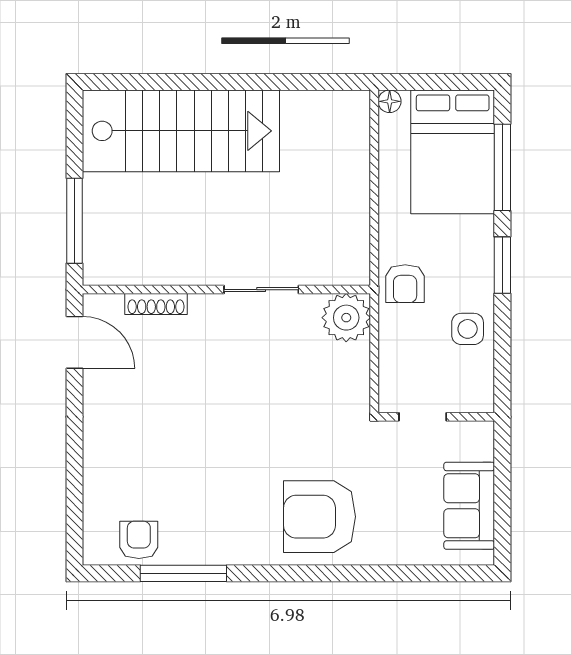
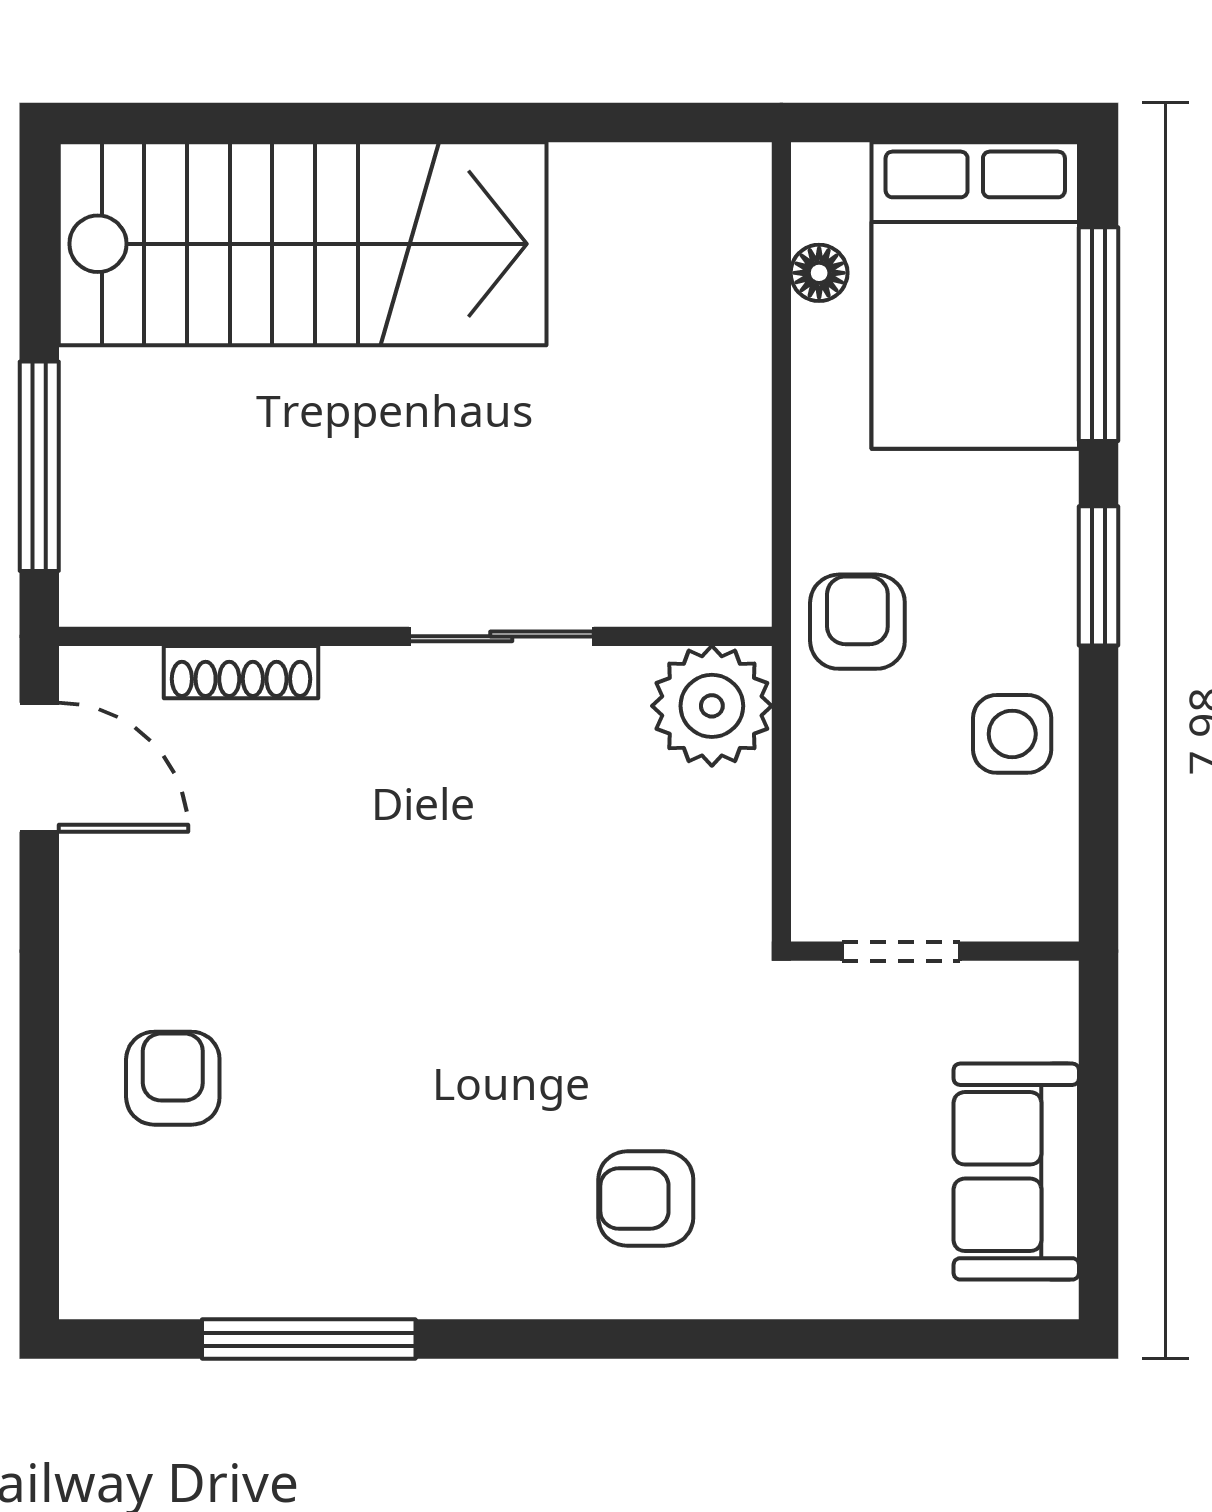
floor lamp: (390, 101) -> (819, 273), moved
armchair: (405, 284) -> (857, 622), turned 180
armchair: (320, 517) -> (646, 1199), width x0.53, depth x0.53
armchair: (139, 540) -> (173, 1078), moved

